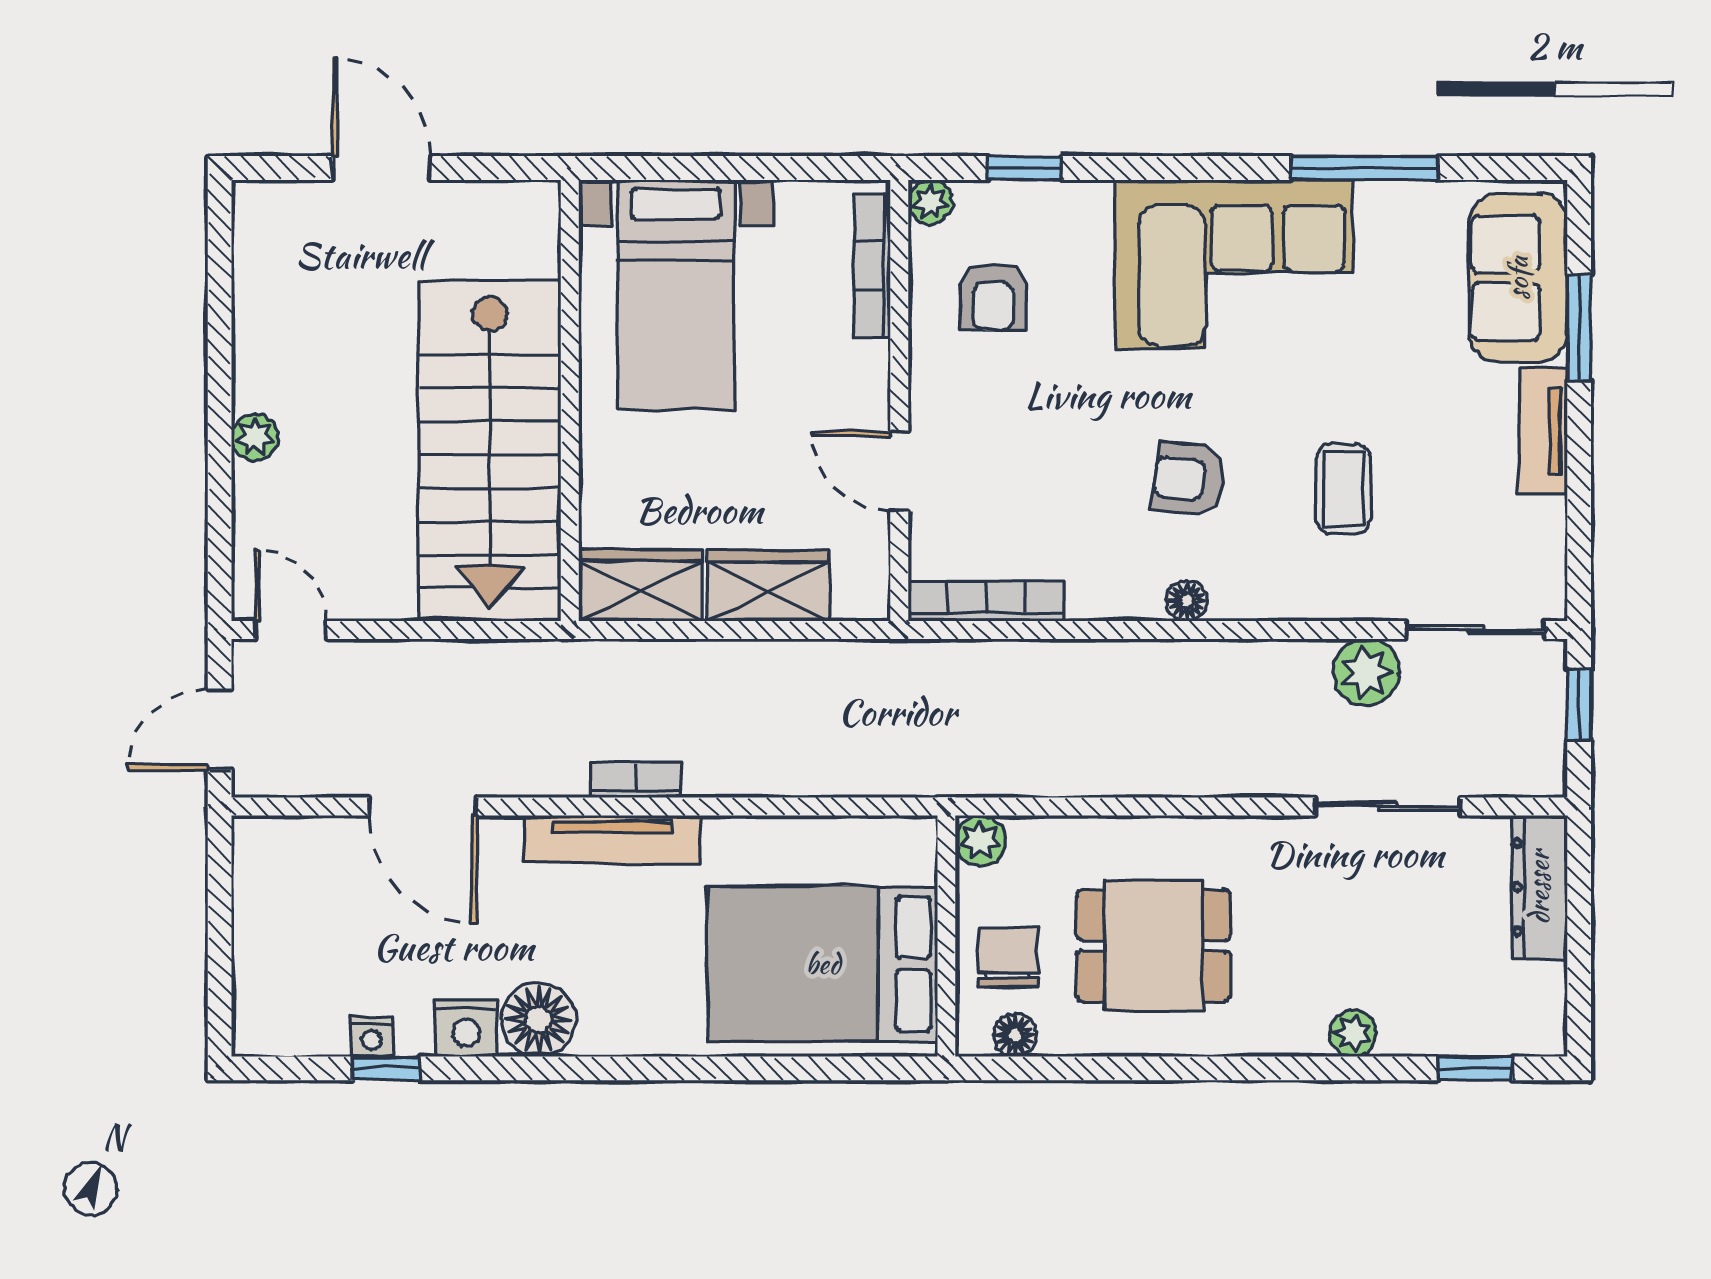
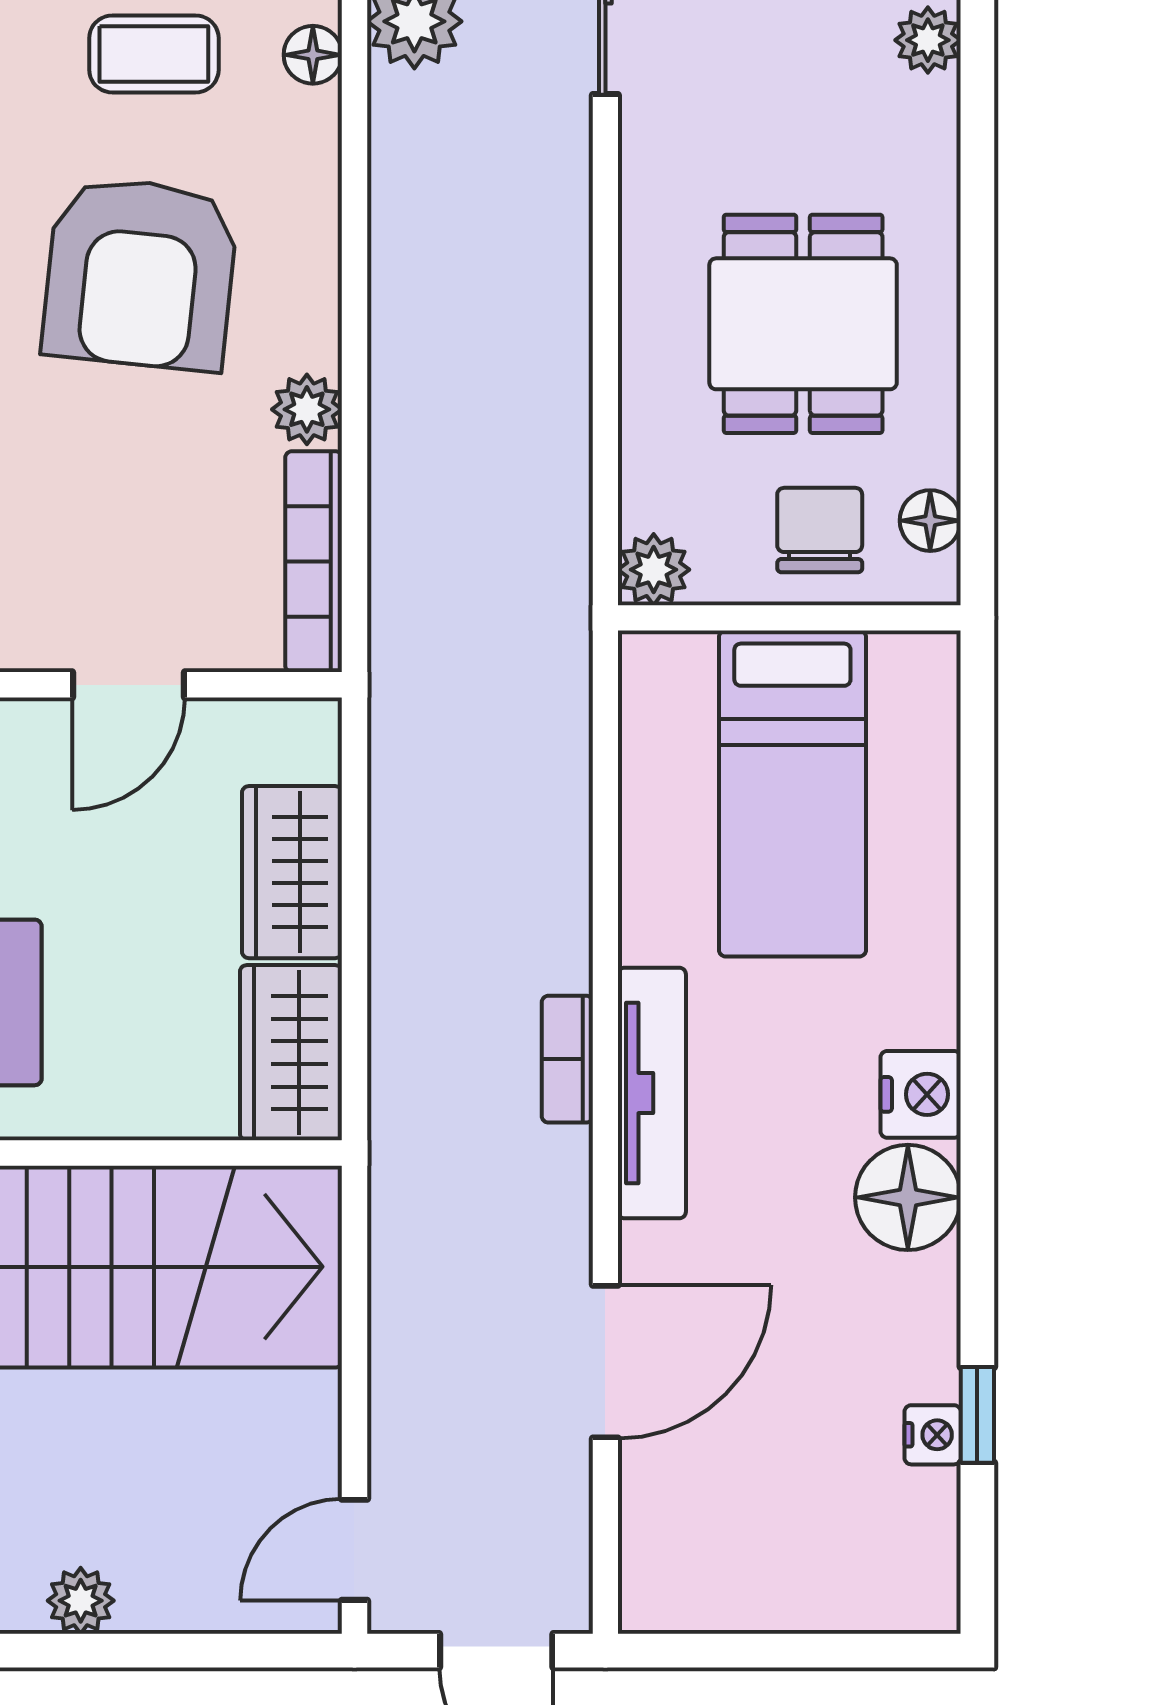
armchair: (1189, 479) -> (140, 273), width x1.88, depth x1.88
plant: (1093, 596) -> (307, 409), added
floor lamp: (1187, 601) -> (313, 55), moved
chair: (1008, 957) -> (820, 530), turned 90
bed: (823, 964) -> (792, 794), width x0.67
nightstand: (466, 1028) -> (921, 1094), moved

